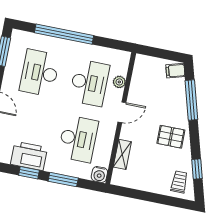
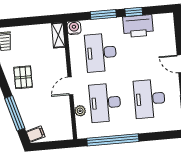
window: (64, 34) -> (113, 140), moved
desk: (40, 73) -> (150, 99), turned 180
pallet: (171, 137) -> (23, 77), turned 90
shelving: (122, 154) -> (58, 35), moved

